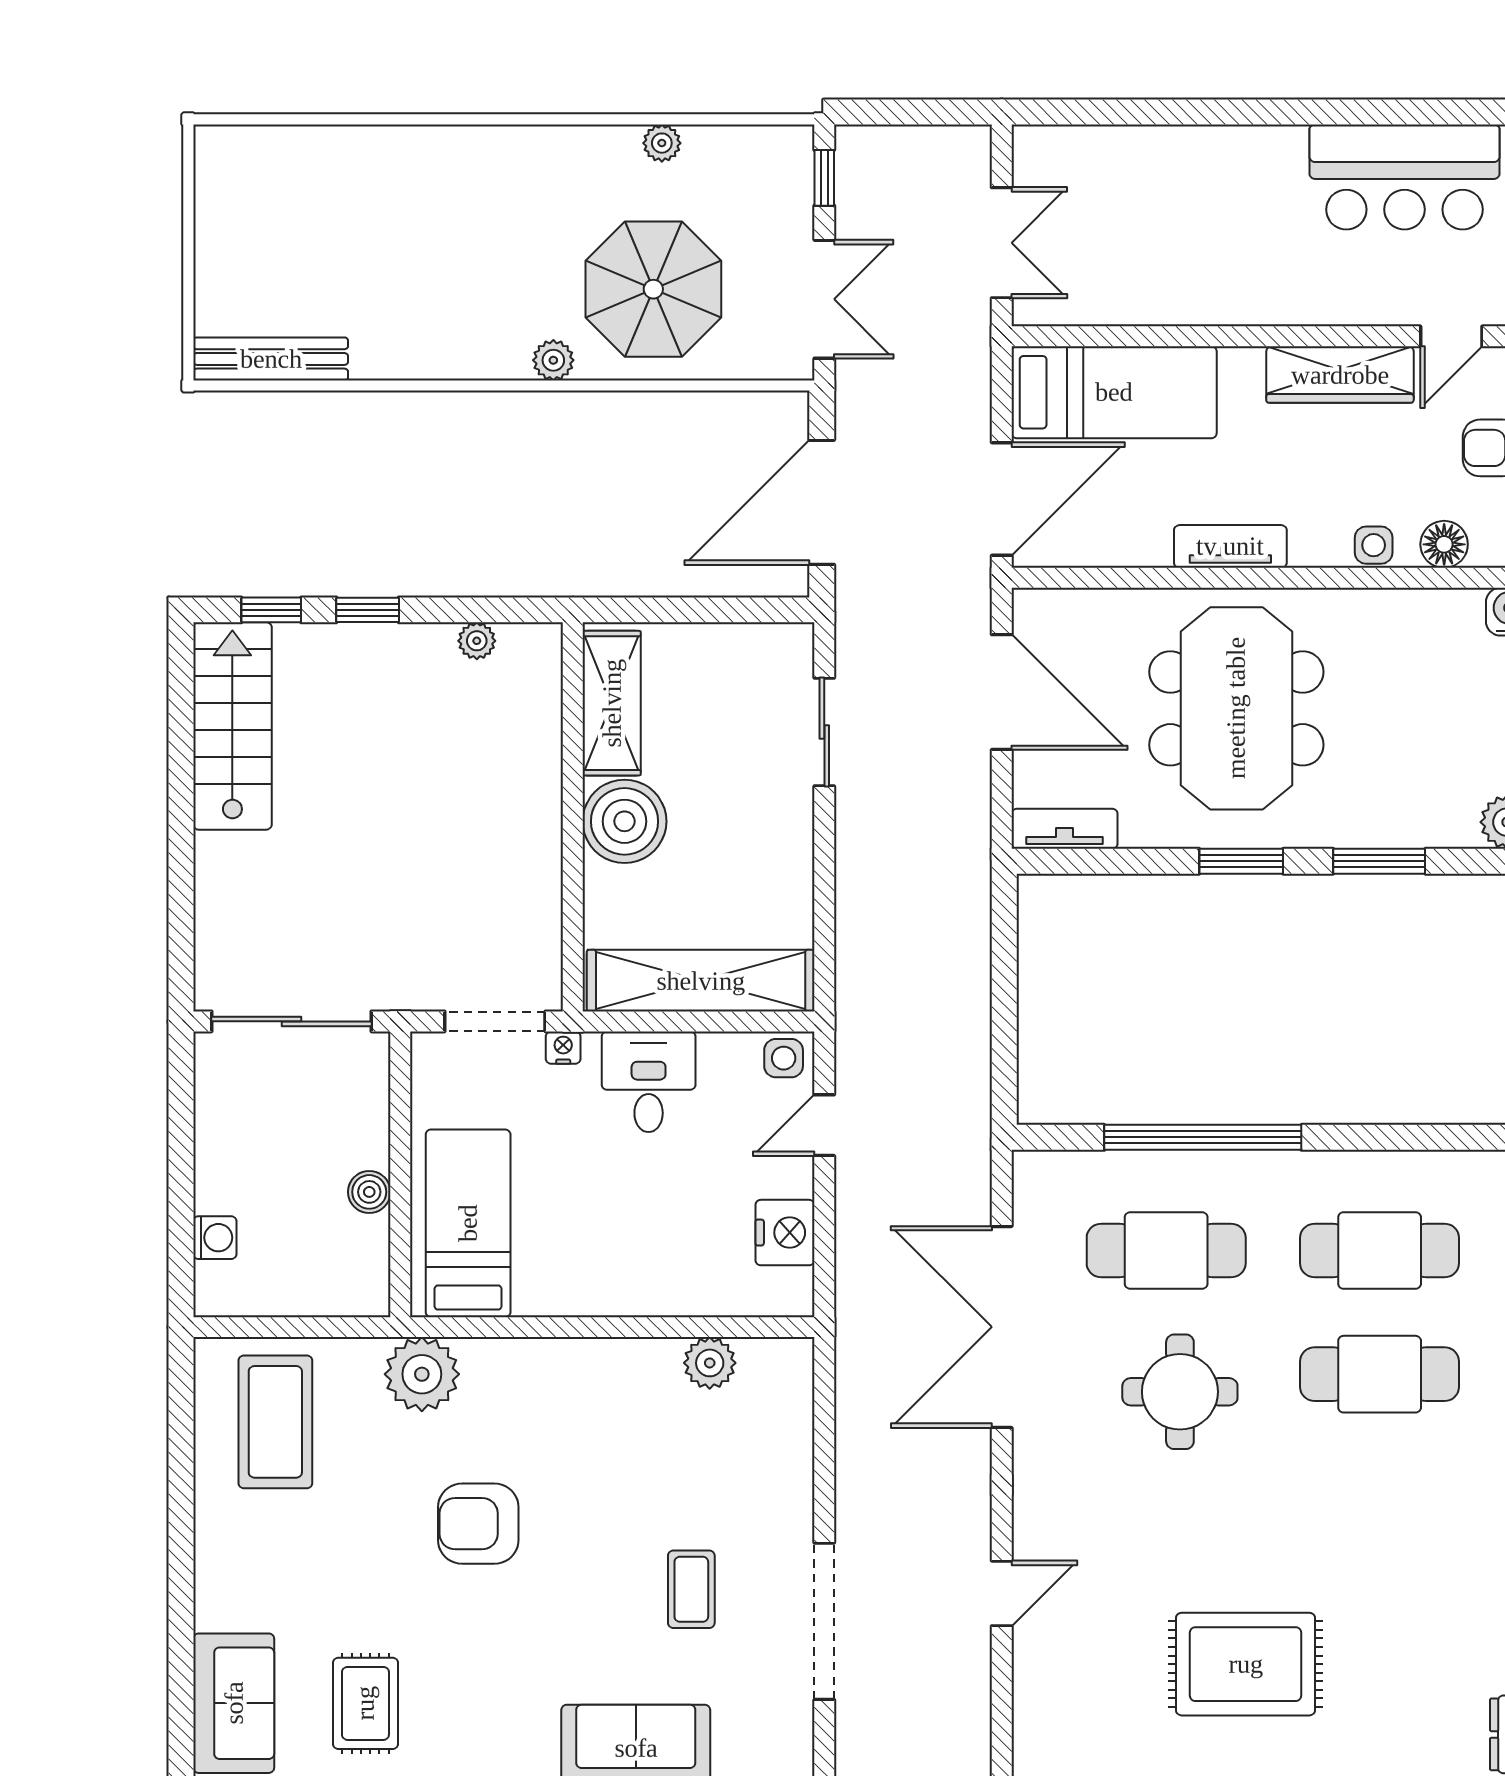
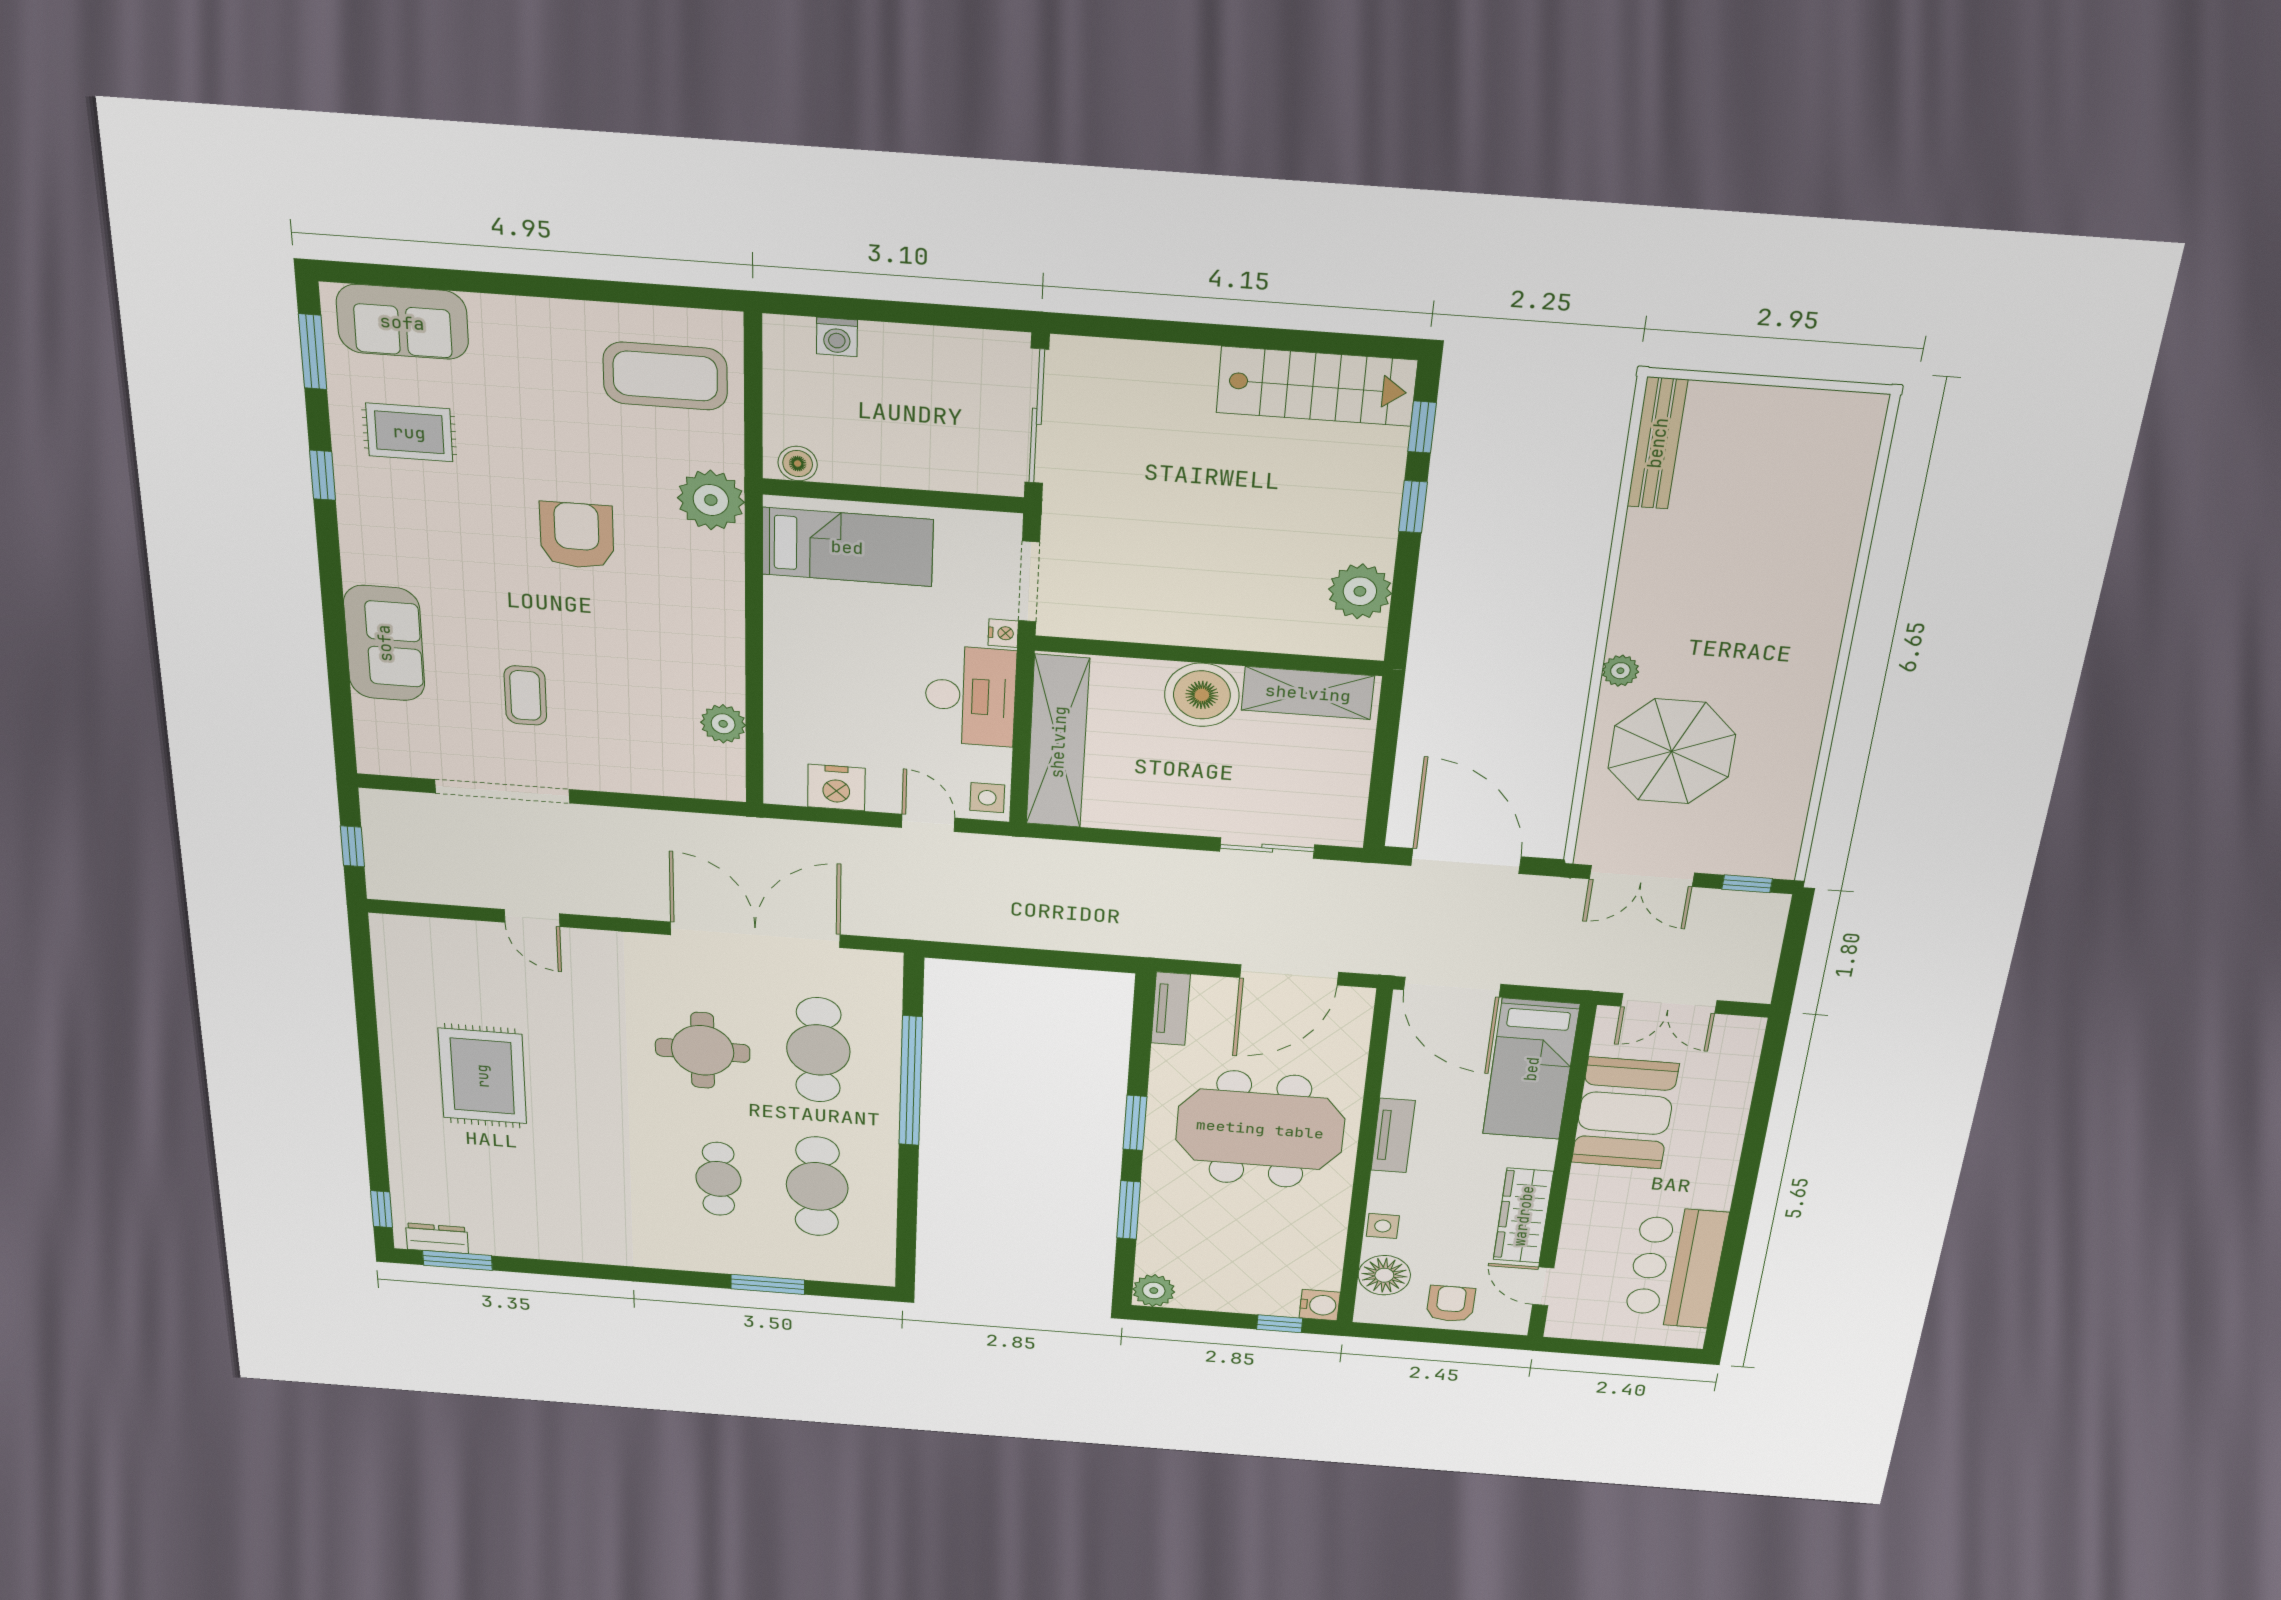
plant: (662, 143) -> (1800, 767), removed
booth: (1169, 272) -> (1625, 1113), added
floor lamp: (1444, 544) -> (1384, 1275), width x1.38, depth x1.38
plant: (477, 641) -> (1360, 591), width x1.88, depth x1.88
desk: (649, 1082) -> (970, 696), width x1.37
boiler: (369, 1192) -> (798, 464), moved
cafe table: (1380, 1374) -> (718, 1179), width x0.73, depth x0.74
coffee table: (691, 1589) -> (525, 695), turned 90

